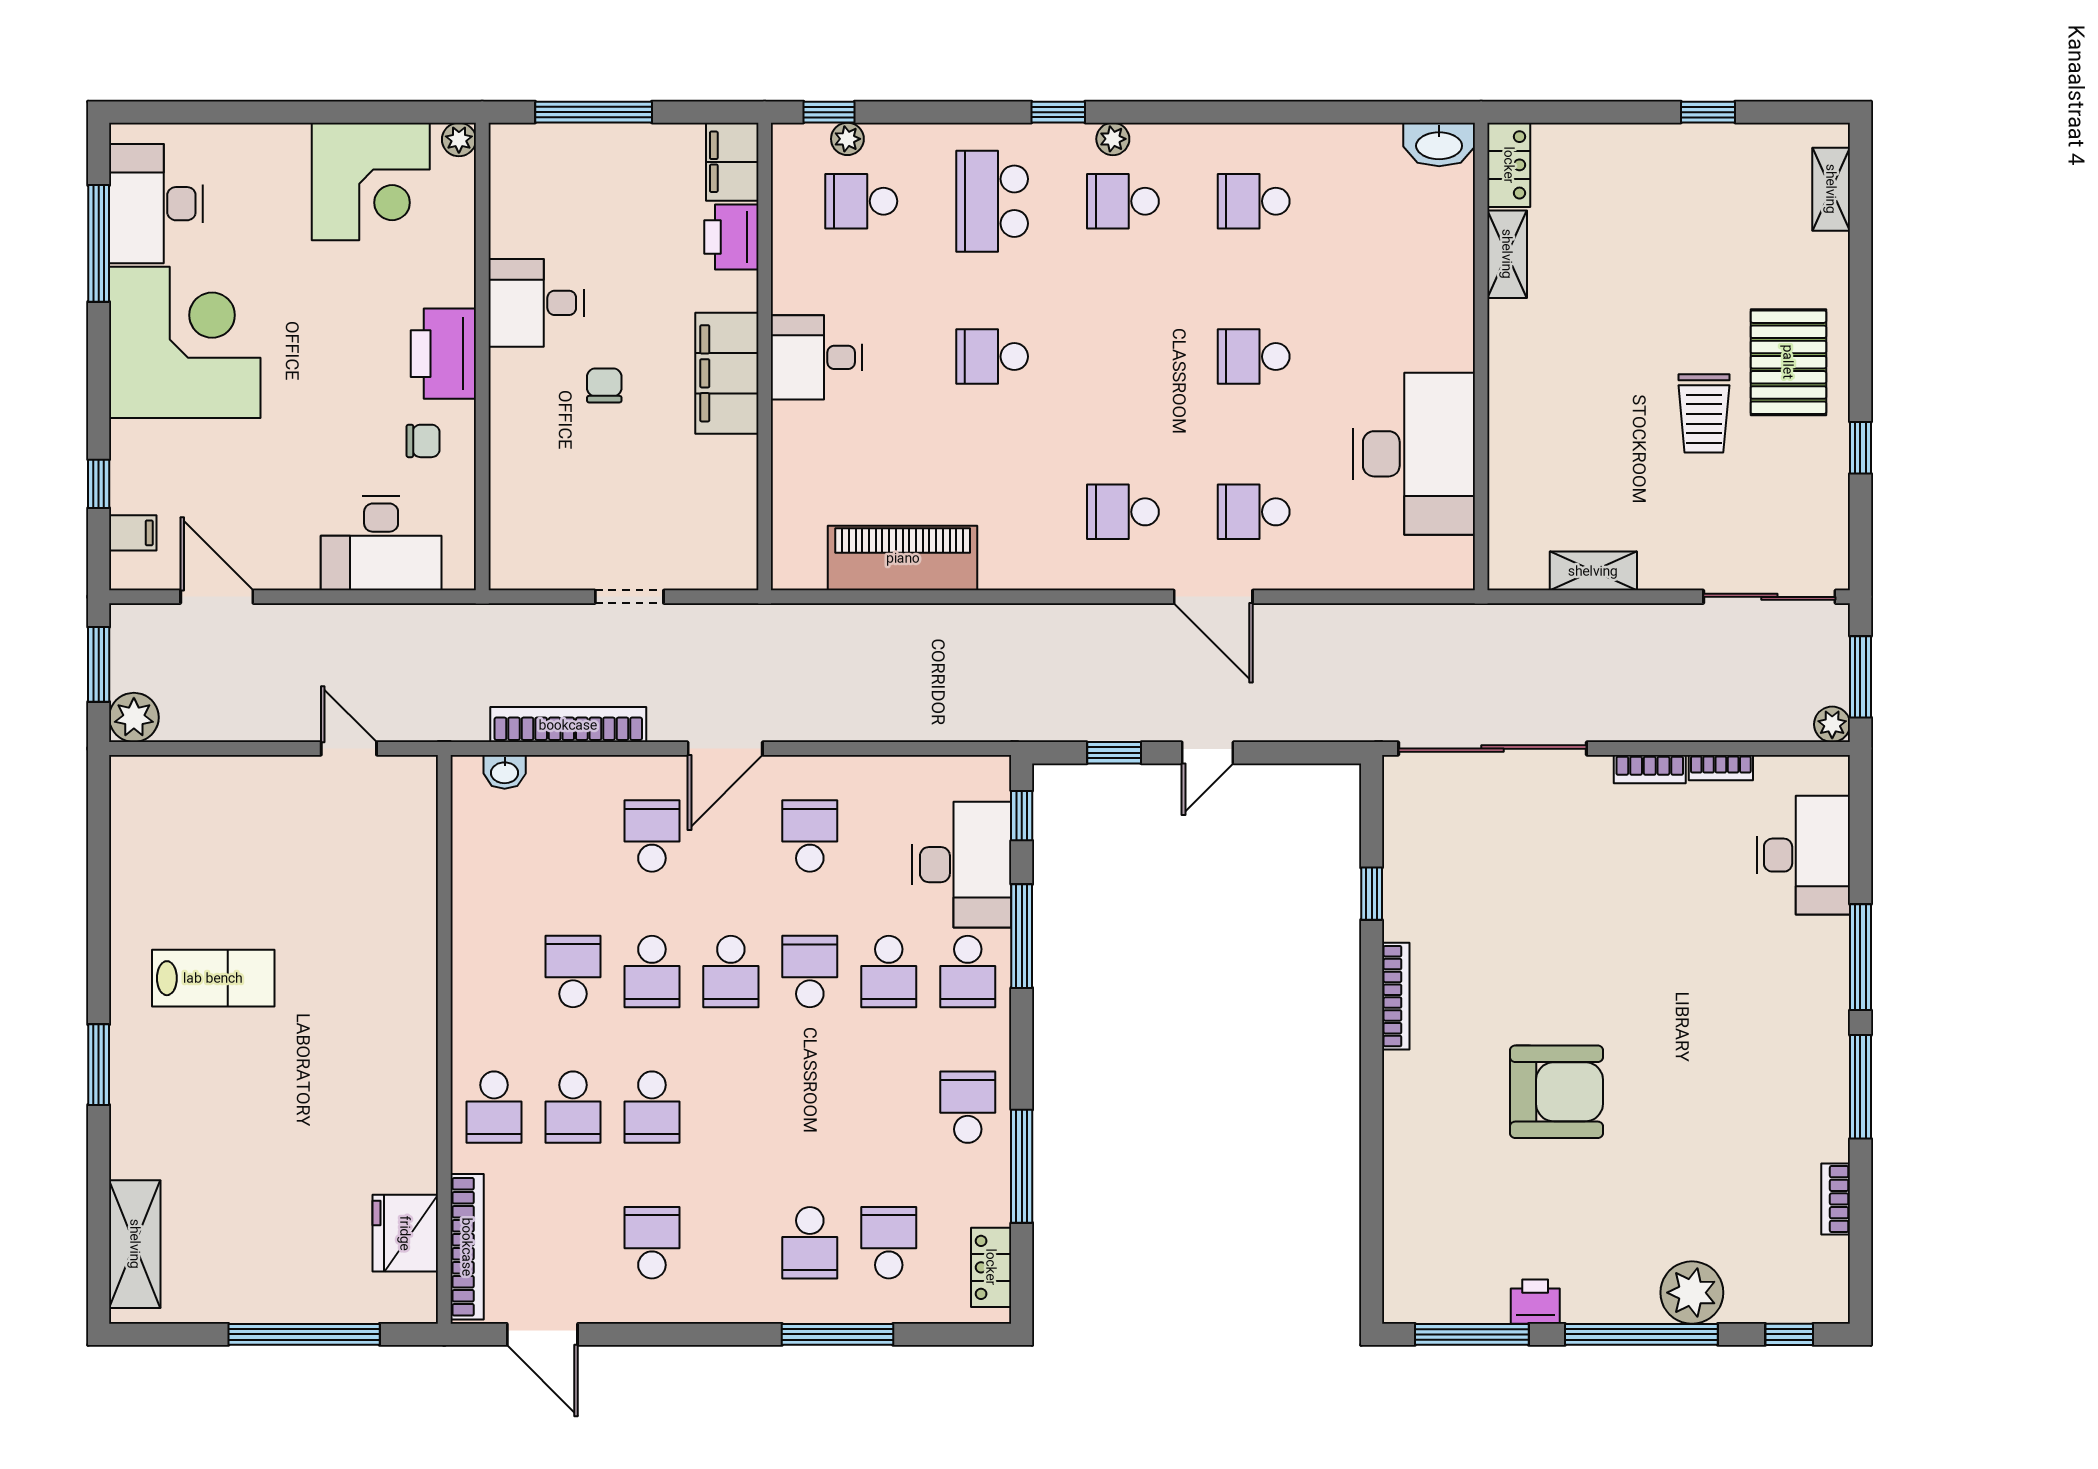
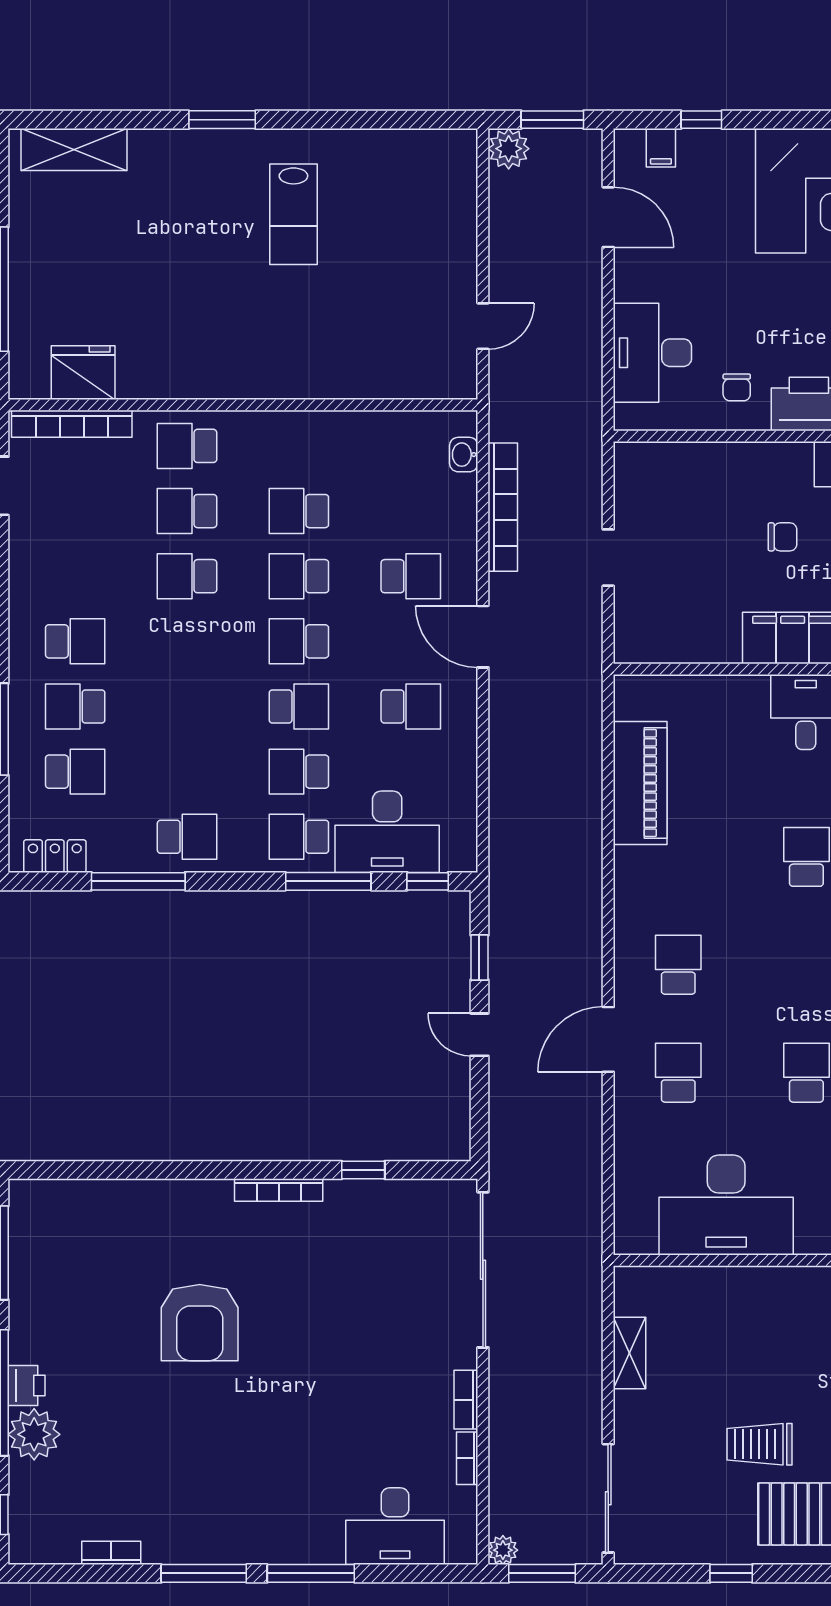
door: (217, 597) -> (608, 217), hinge flipped
school desk: (573, 972) -> (299, 511), turned 180
school desk: (652, 1243) -> (75, 641), moved
printer: (1535, 1302) -> (27, 1386), moved

